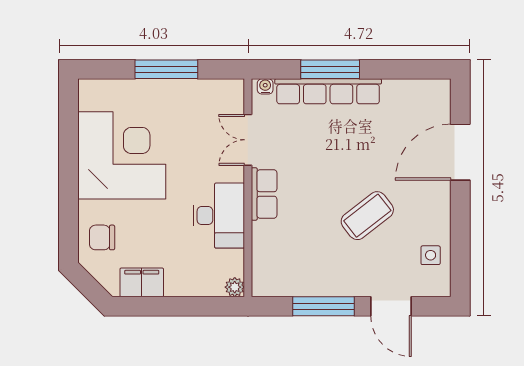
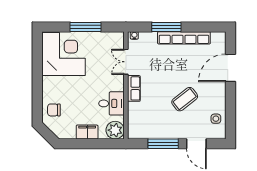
row of seats: (328, 91) -> (184, 38), moved
corner desk: (122, 155) -> (64, 54), moved
desk: (219, 216) -> (111, 103), width x0.73
filing cabinet: (142, 282) -> (87, 132), moved
plant: (235, 287) -> (115, 130), width x1.88, depth x1.88

